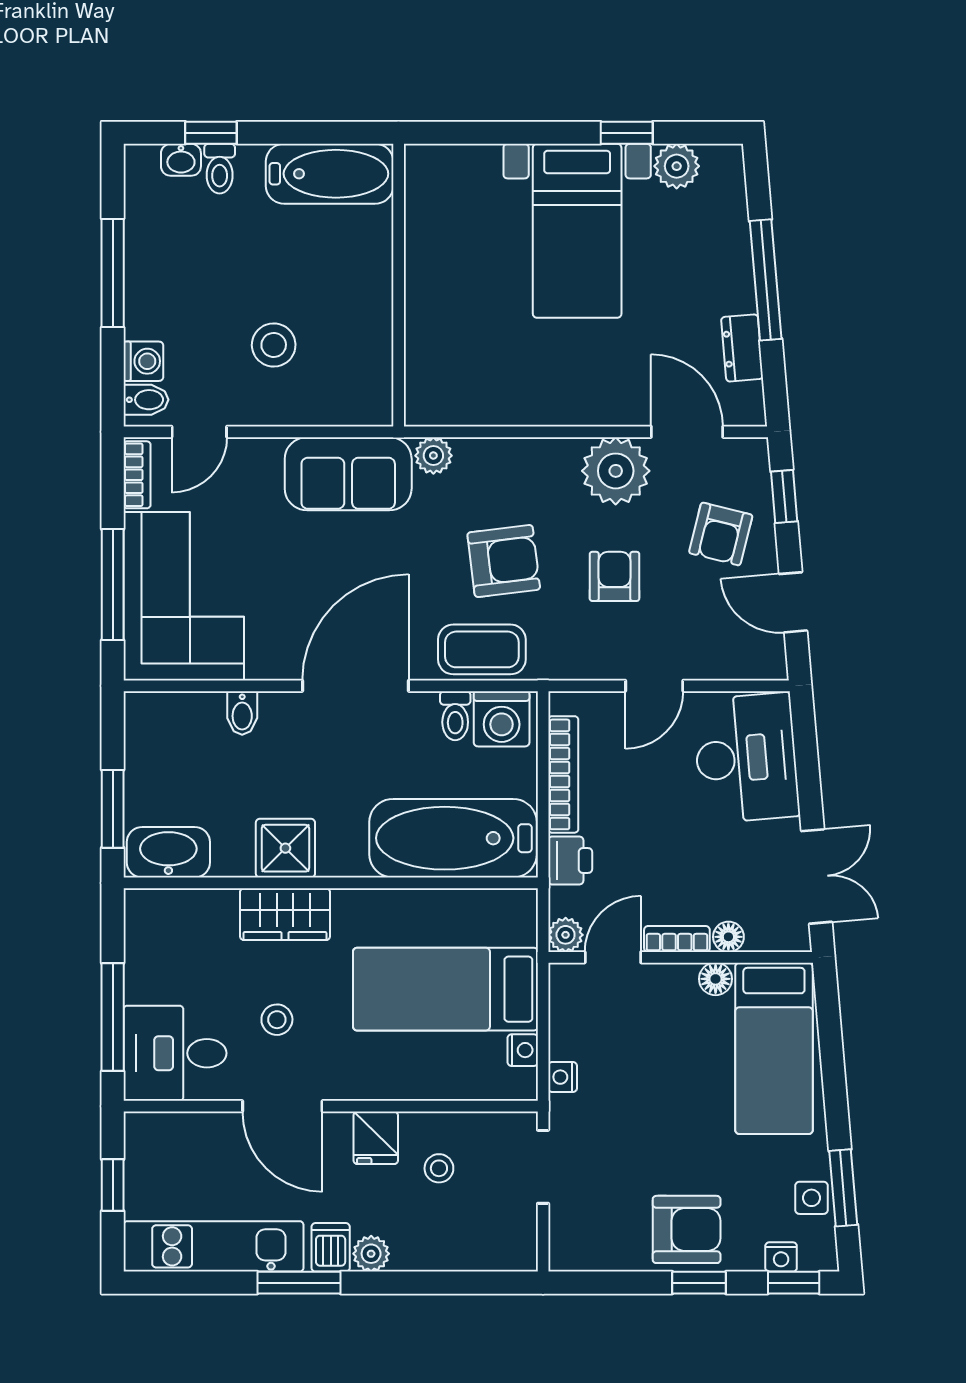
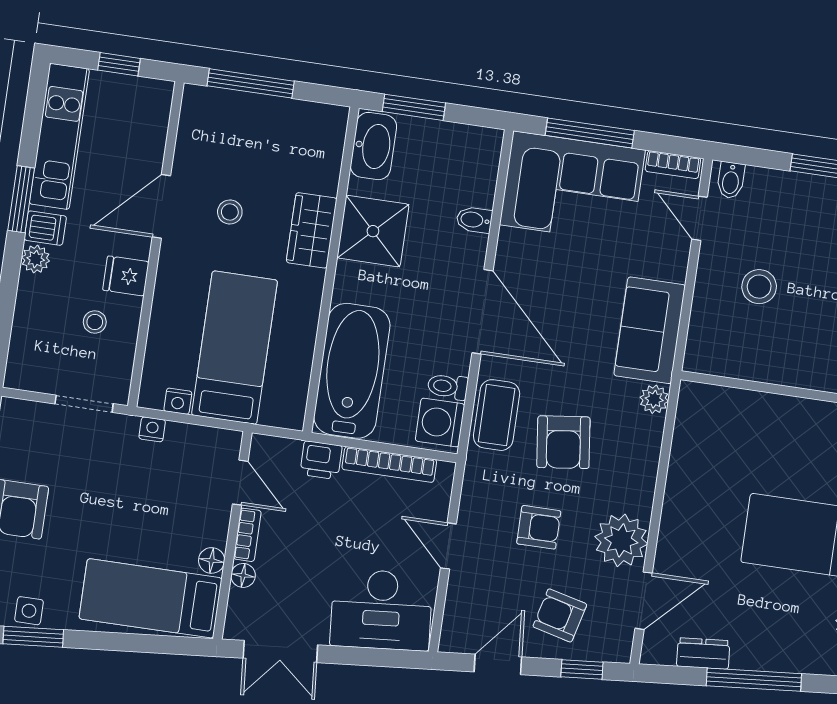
washing machine: (143, 361) -> (761, 183), removed
shower: (285, 848) -> (373, 231), width x1.36, depth x1.36
plant: (566, 935) -> (263, 448), removed
desk: (175, 1053) -> (215, 128), removed

